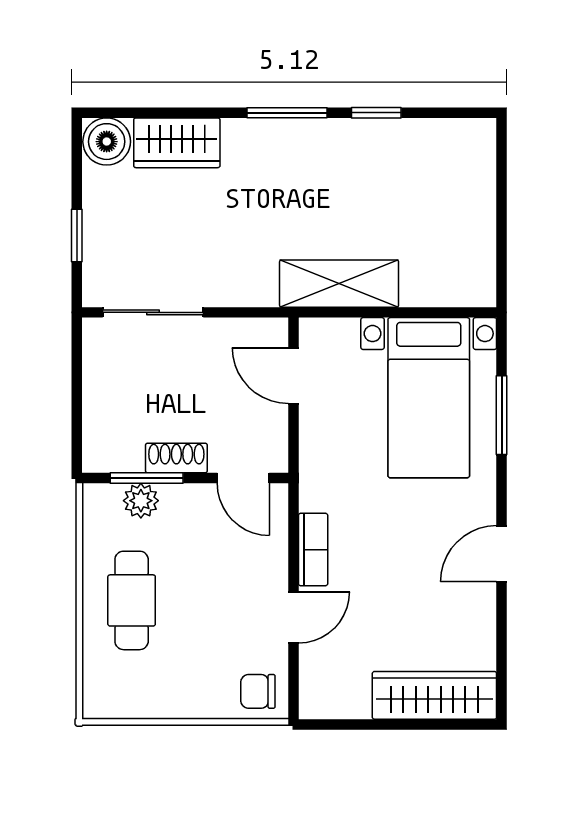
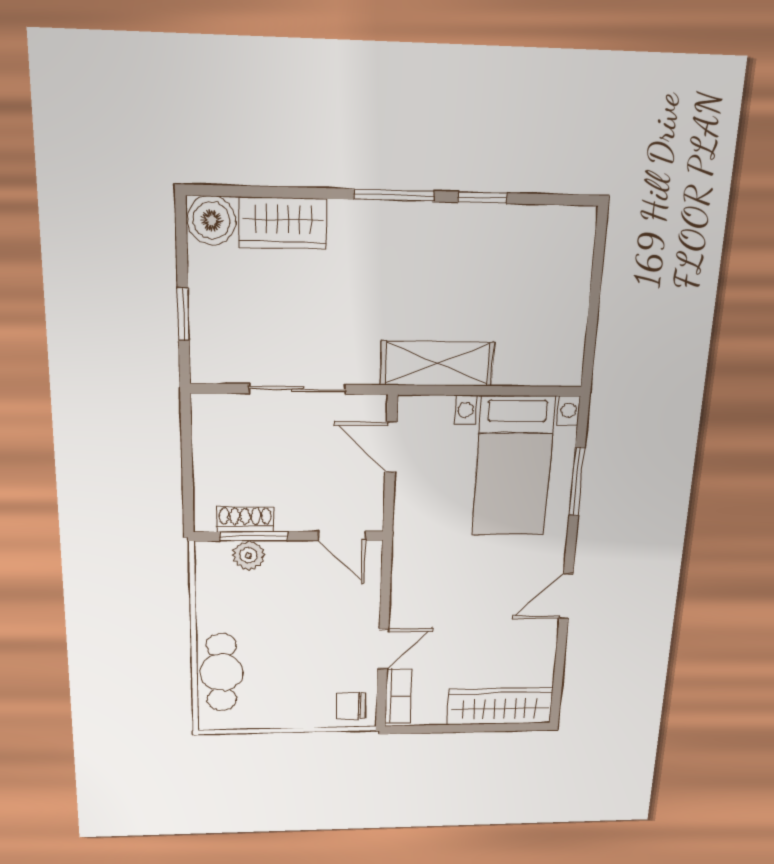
sliding door: (153, 312) -> (297, 389), moved
shoe rack: (176, 458) -> (245, 519), moved
bookcase: (313, 550) -> (398, 696), moved
cafe table: (132, 600) -> (221, 673), moved

